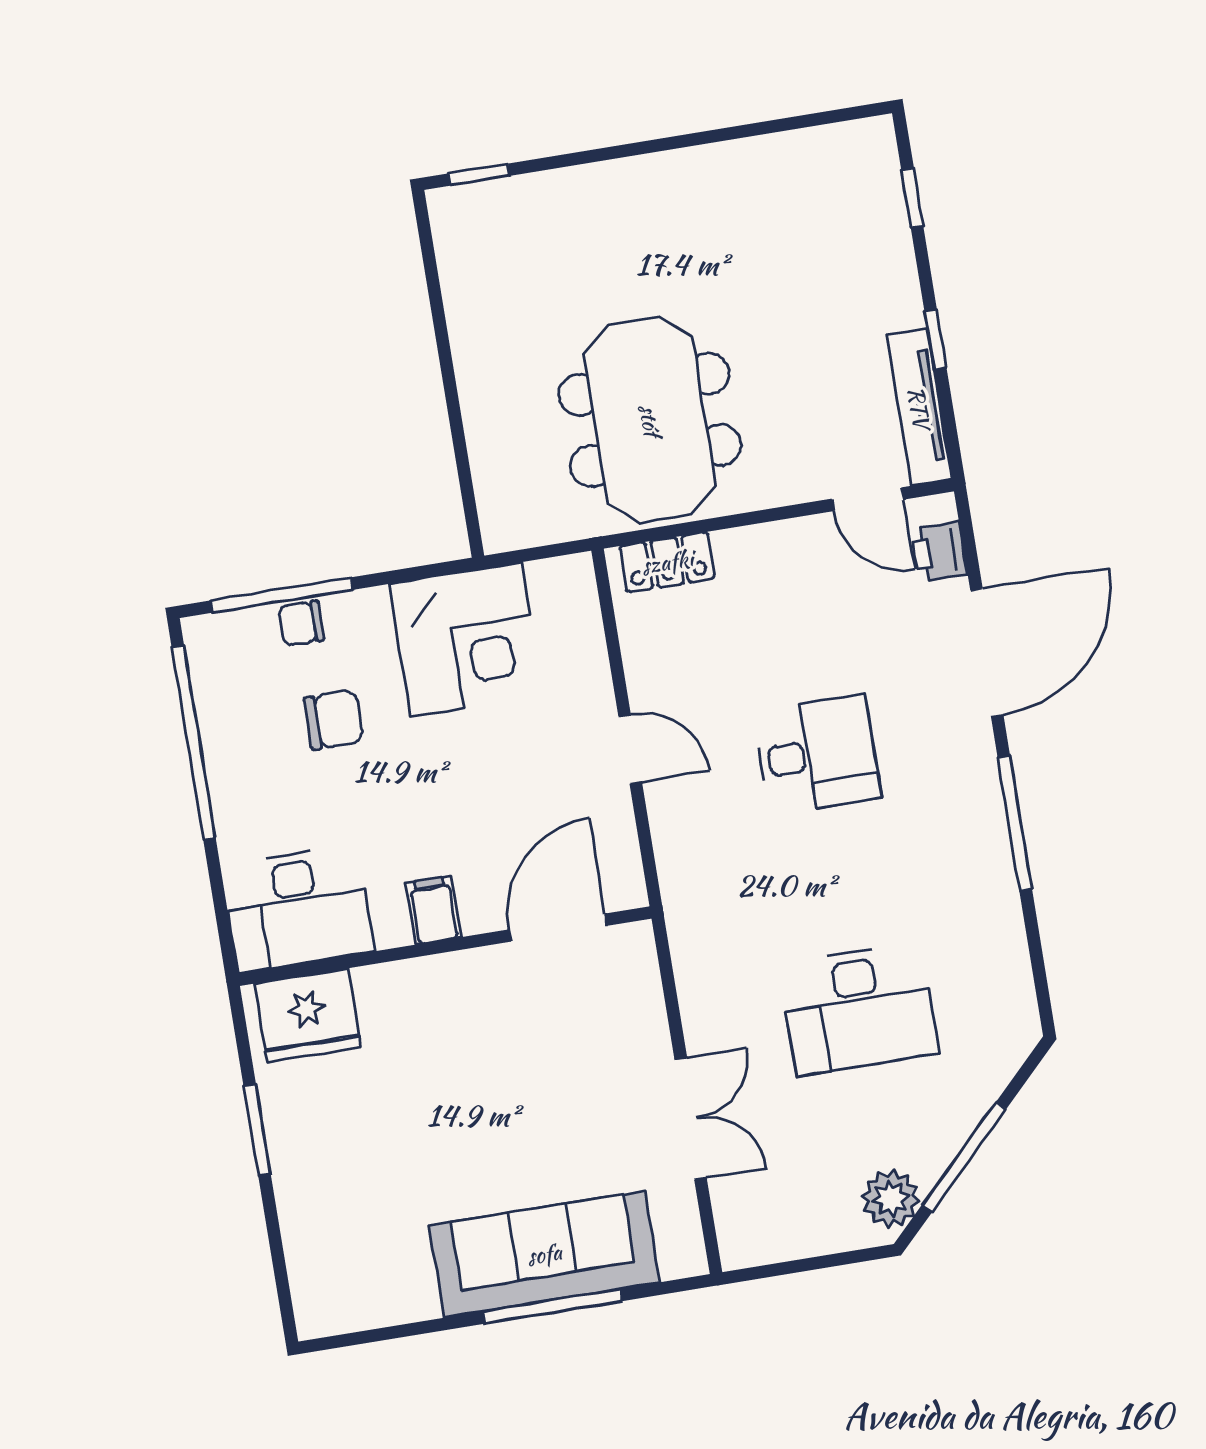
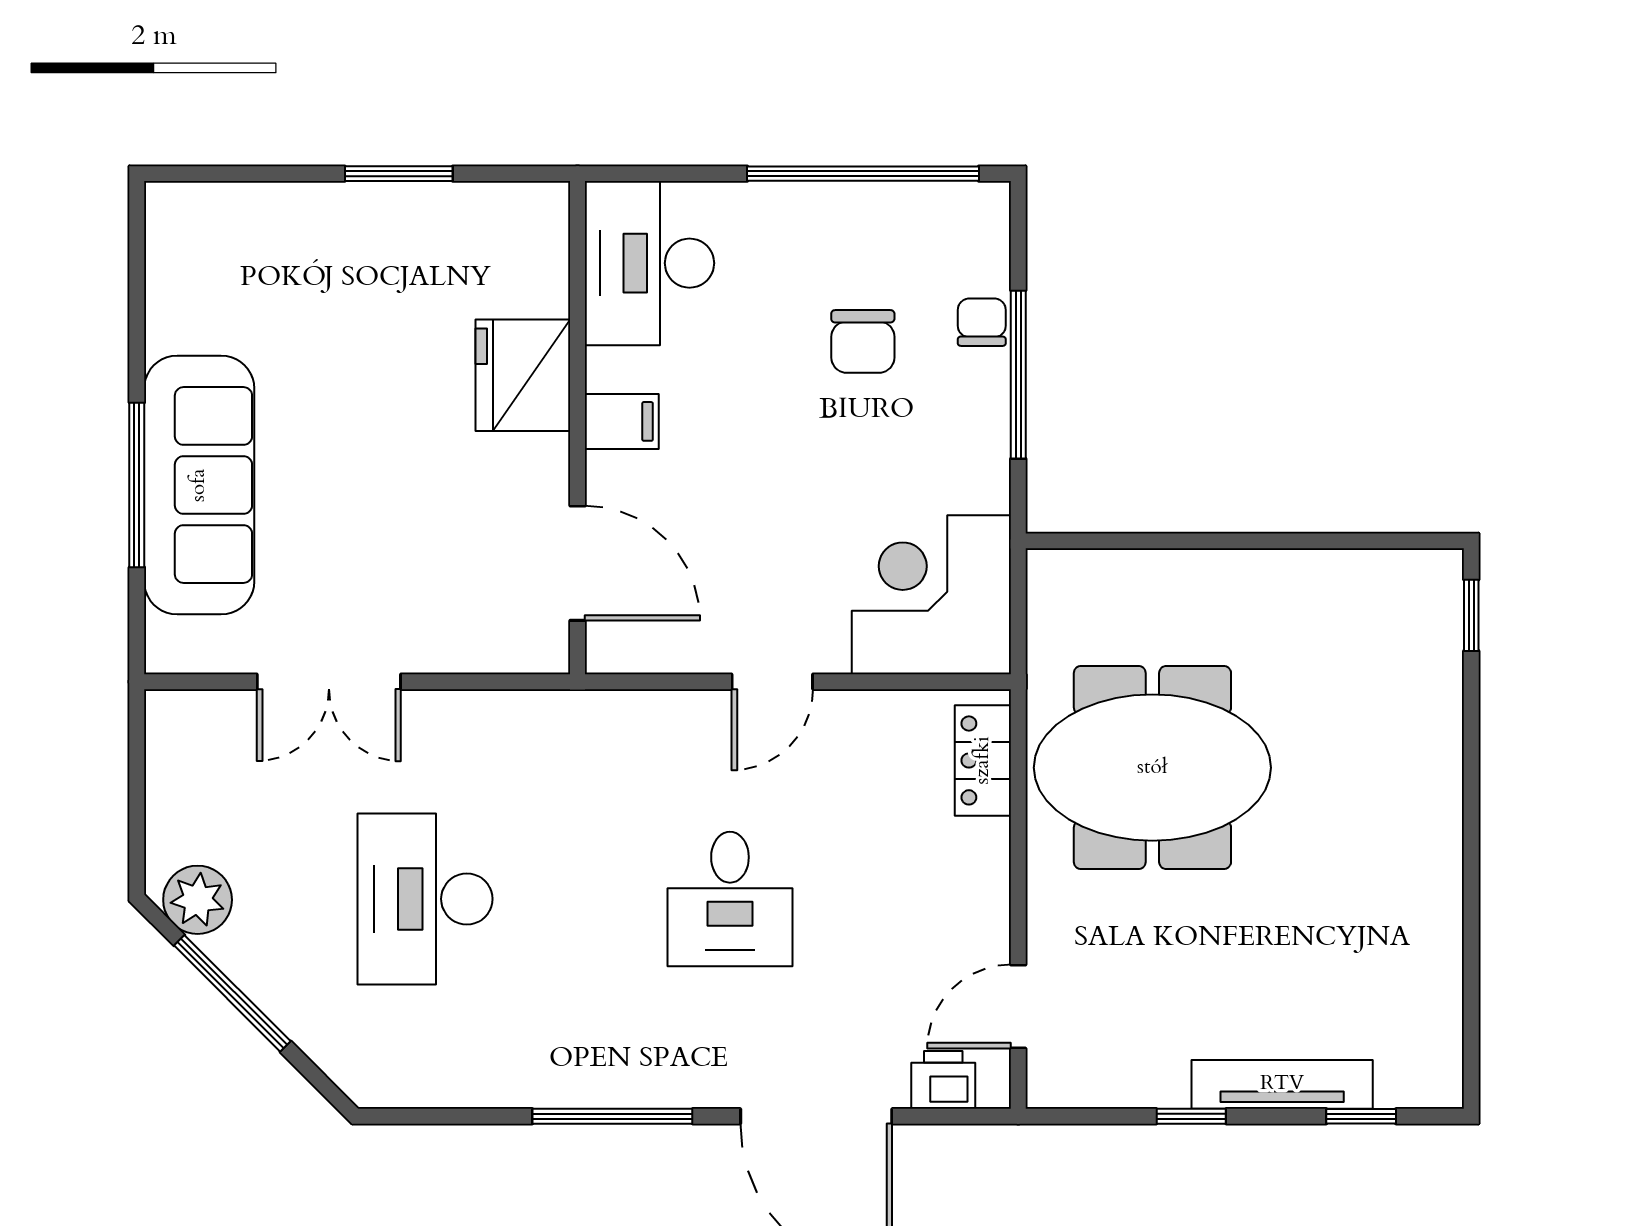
tv unit: (919, 407) -> (1282, 1084), moved
window: (282, 595) -> (1018, 375), moved
corner desk: (466, 639) -> (931, 595), moved, turned 90
fridge: (308, 1015) -> (523, 375), moved

